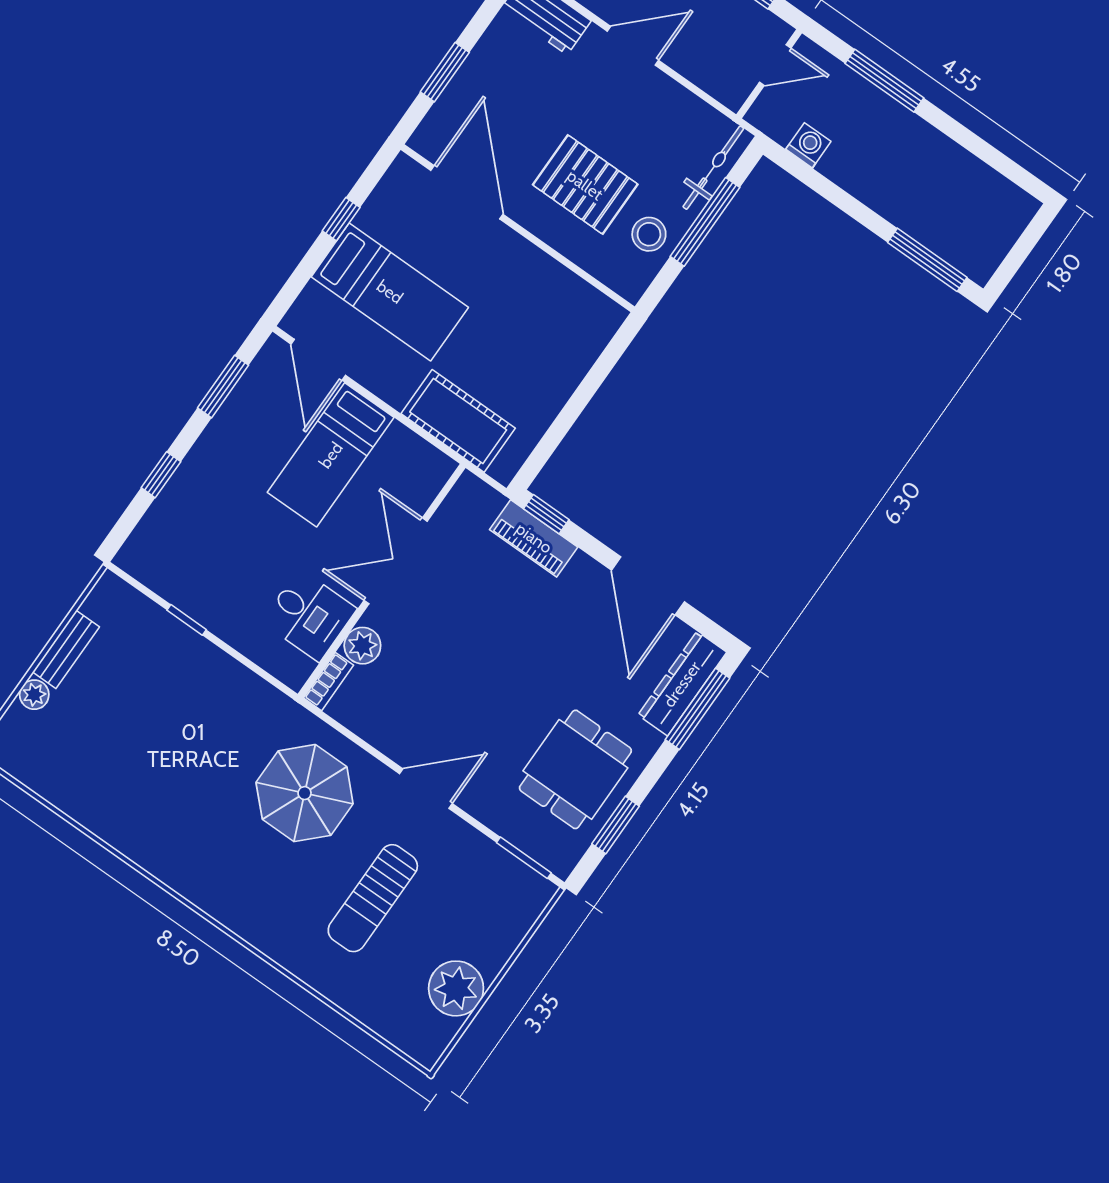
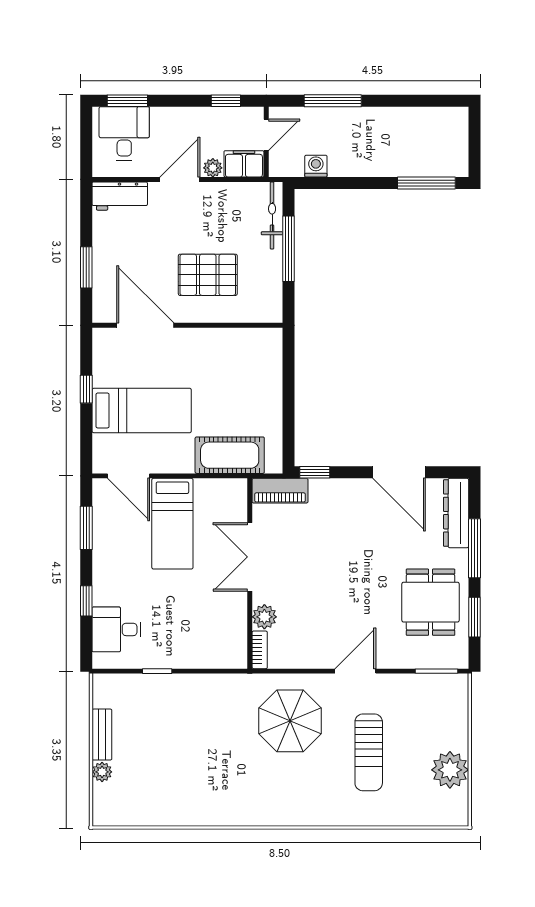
plant: (682, 60) -> (213, 168), added
filing cabinet: (723, 81) -> (244, 164), added
stool: (649, 234) -> (262, 277), removed
piano: (534, 538) -> (280, 491), moved
desk: (309, 615) -> (116, 629), moved, turned 180
window: (697, 709) -> (474, 548), moved

